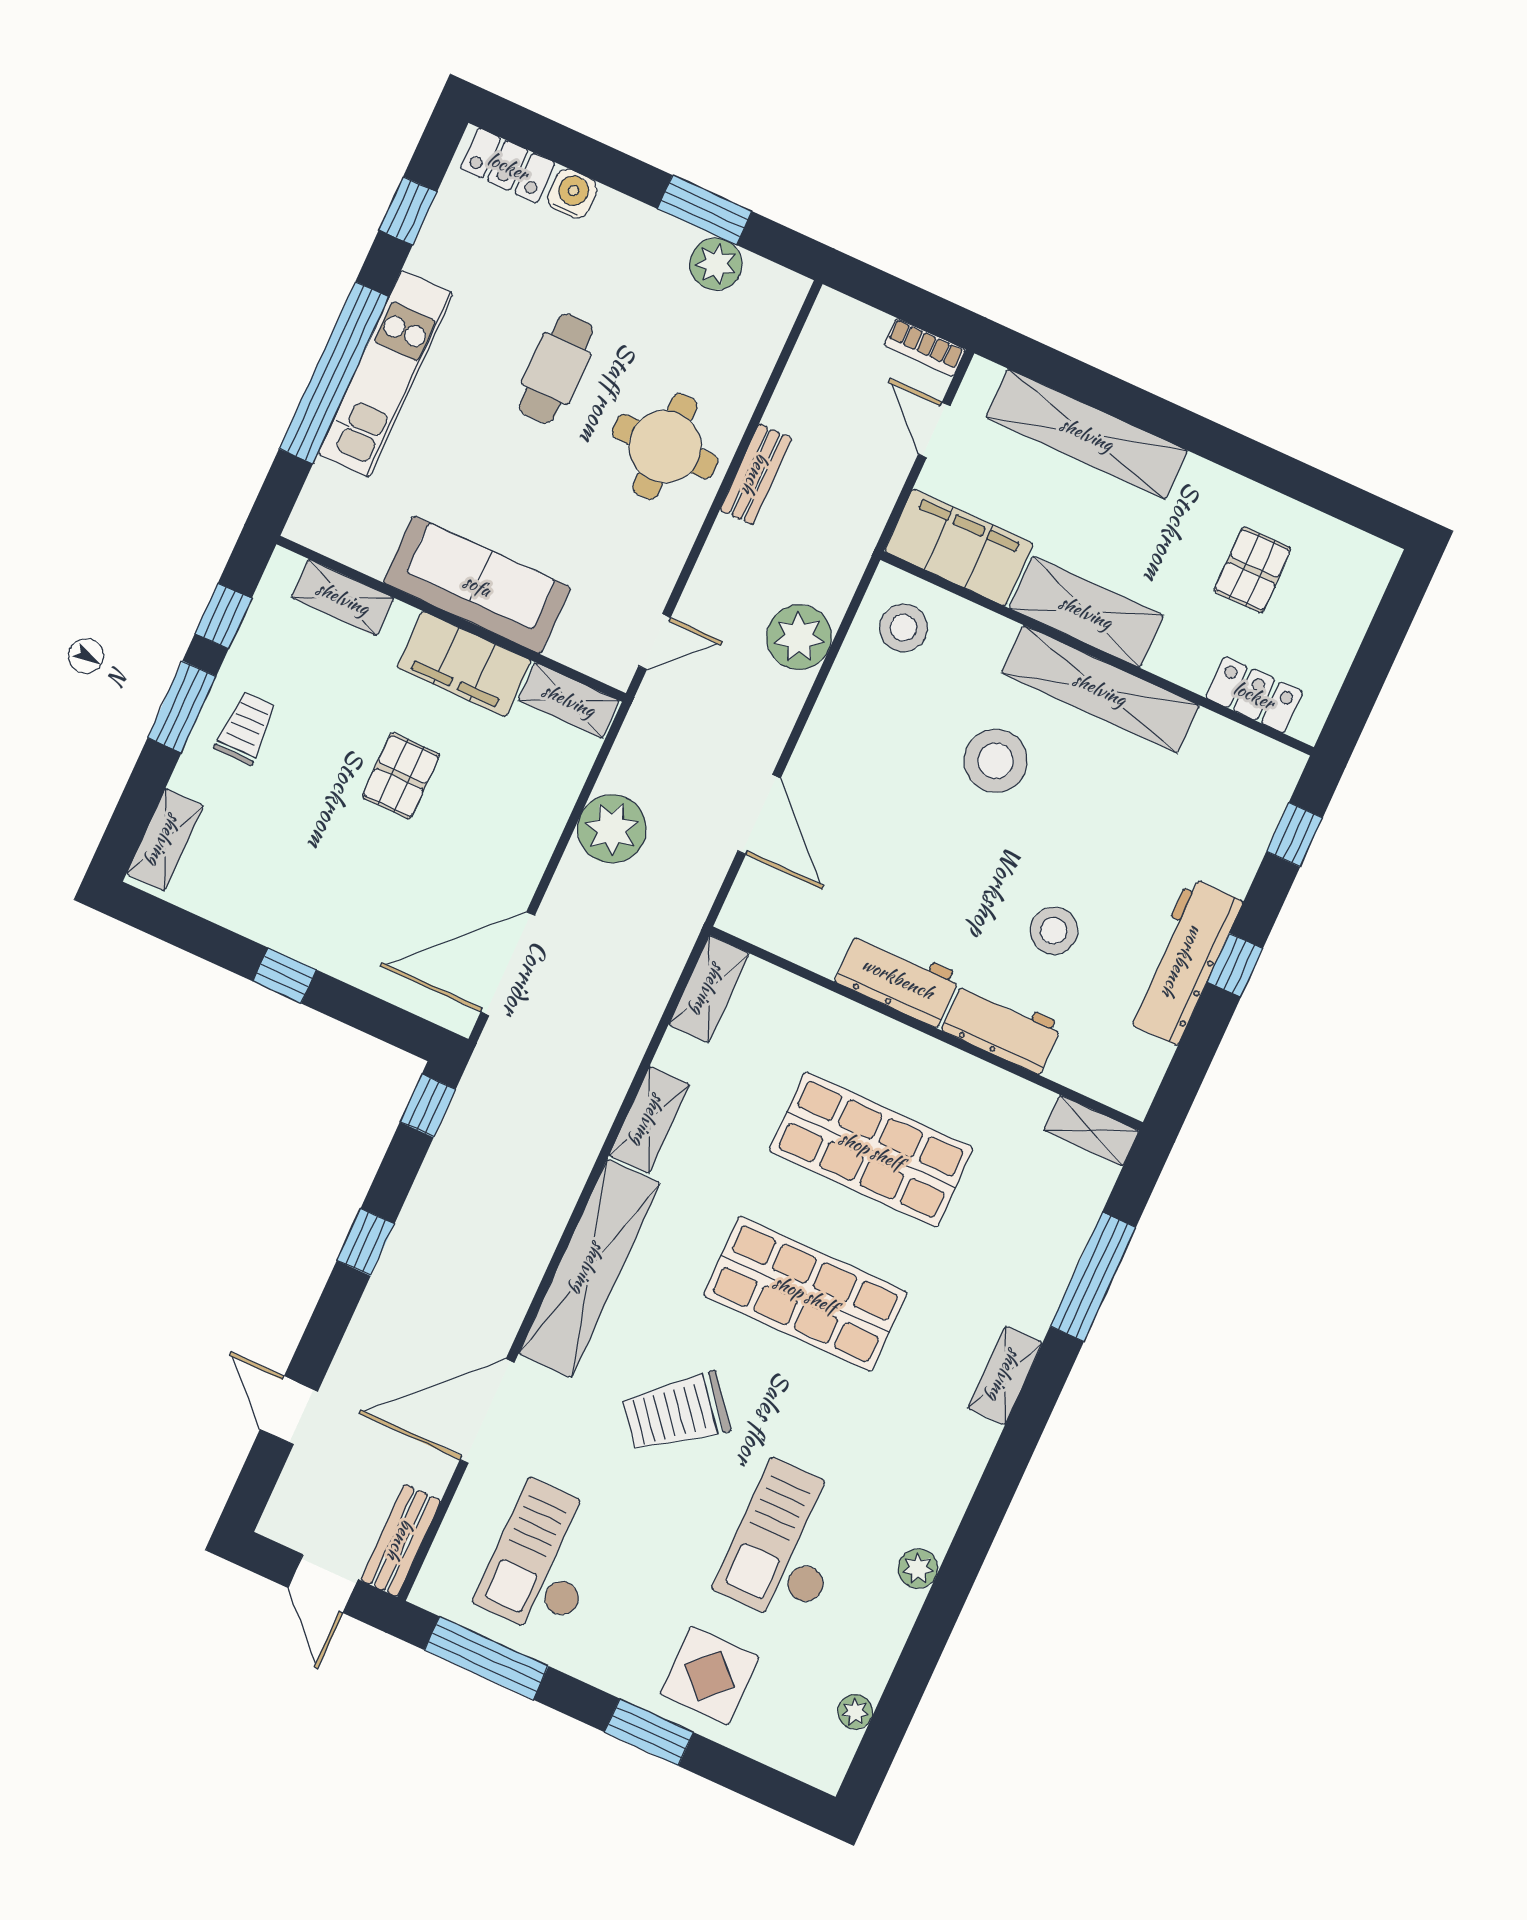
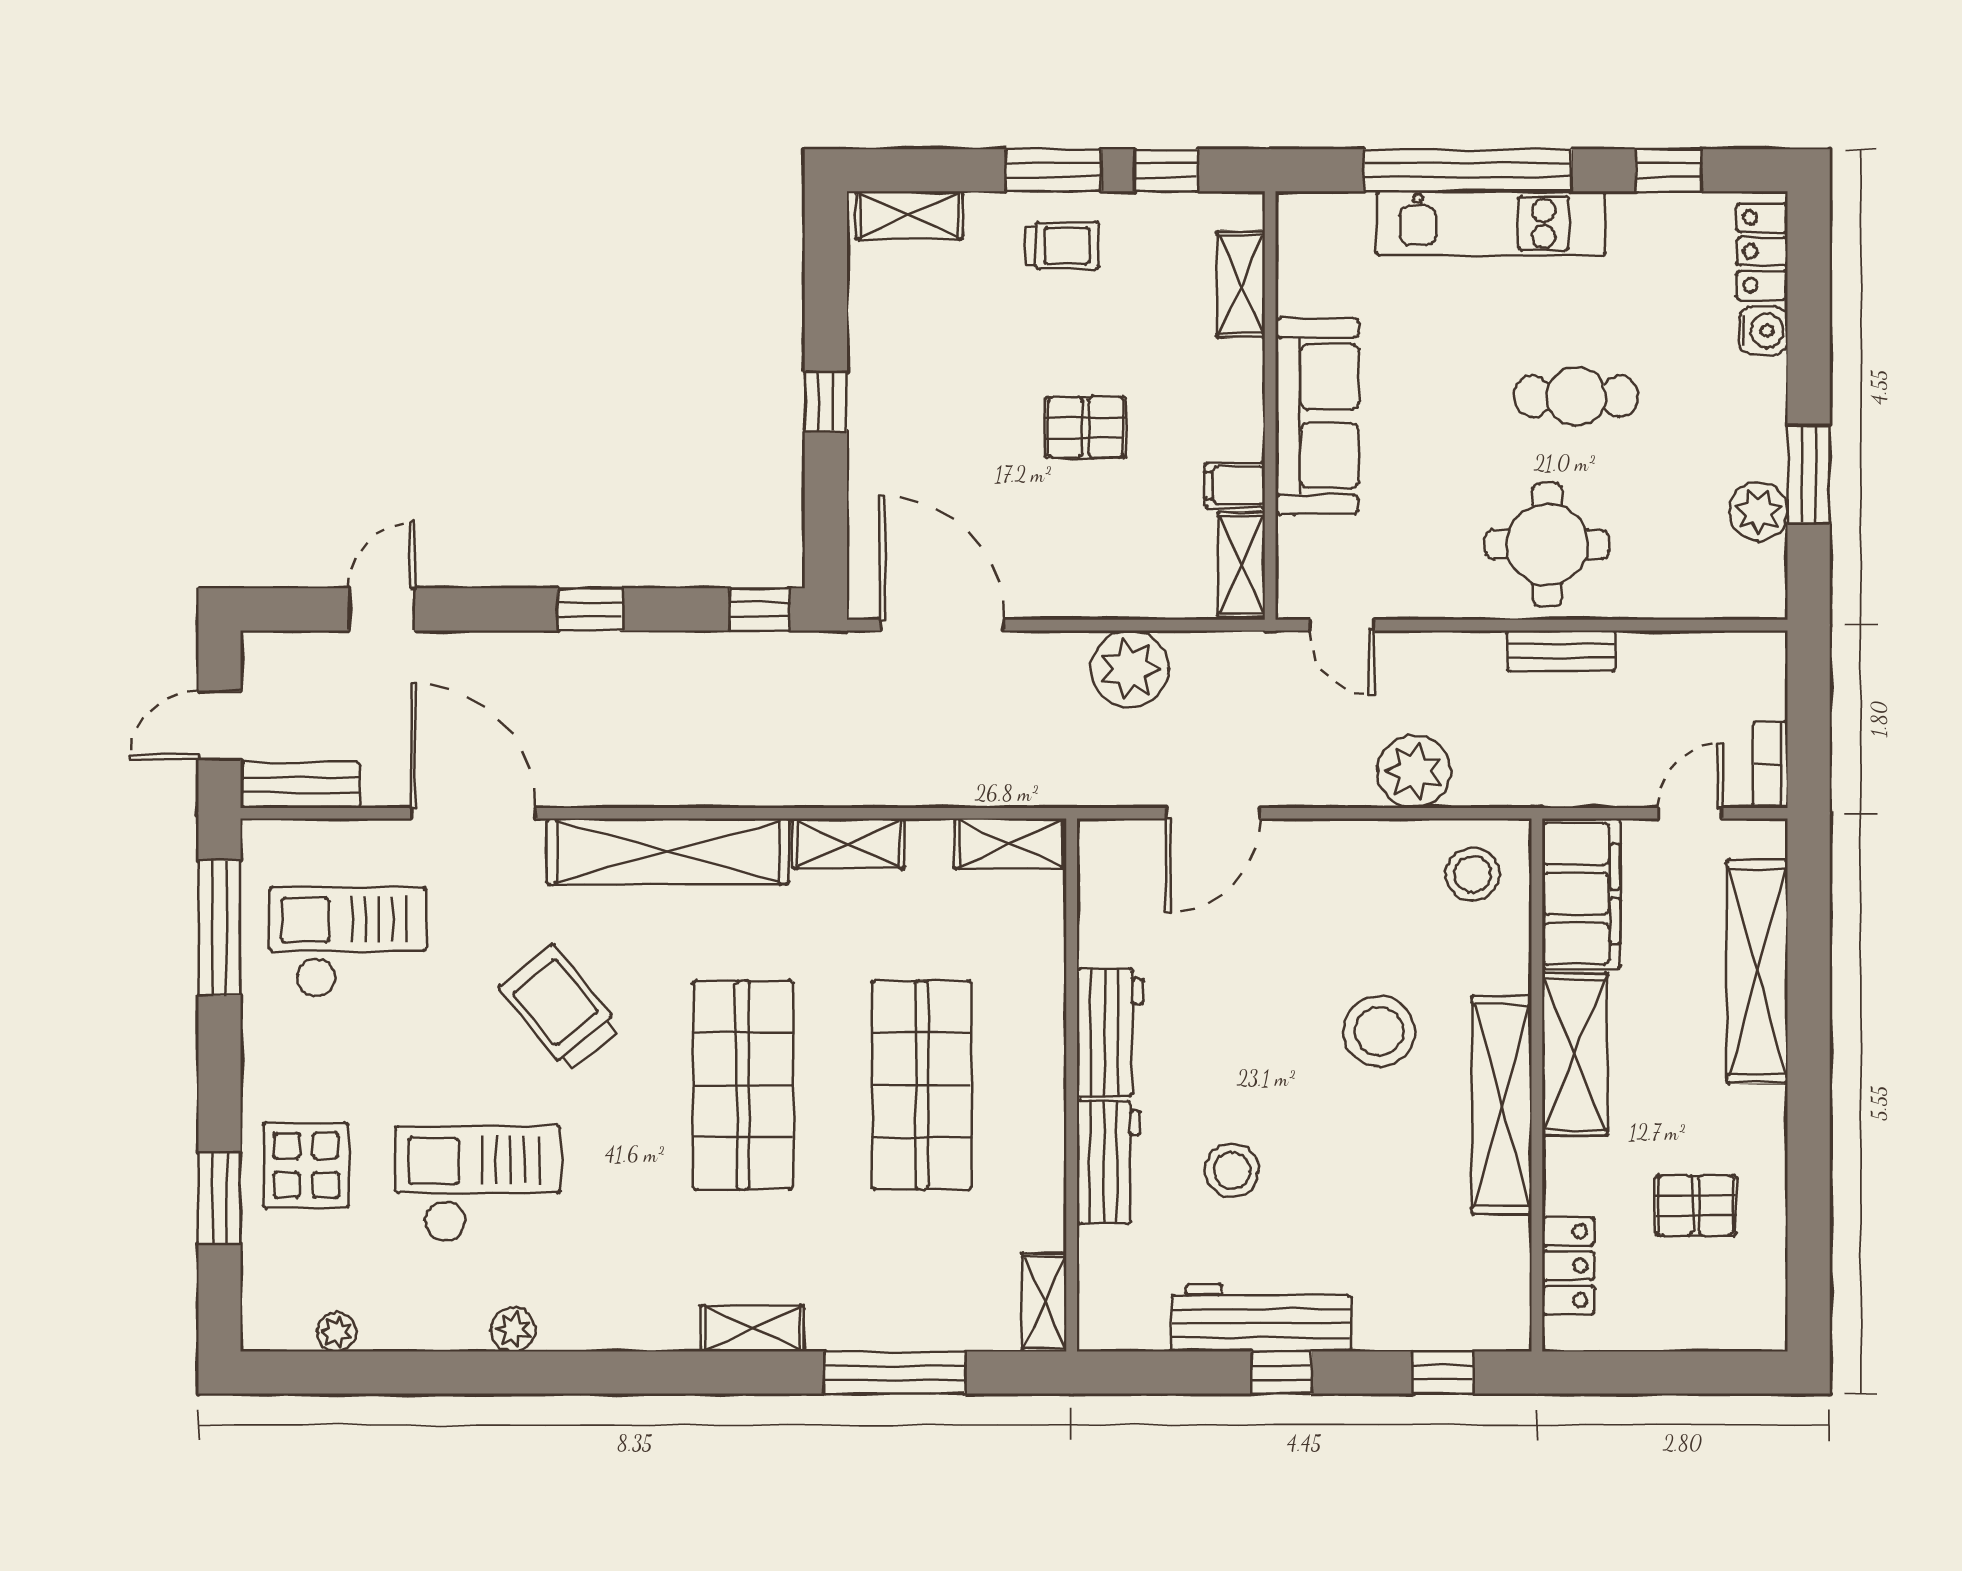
filing cabinet: (464, 664) -> (1235, 485), width x0.33, depth x0.86
window: (649, 1732) -> (220, 1198), moved

